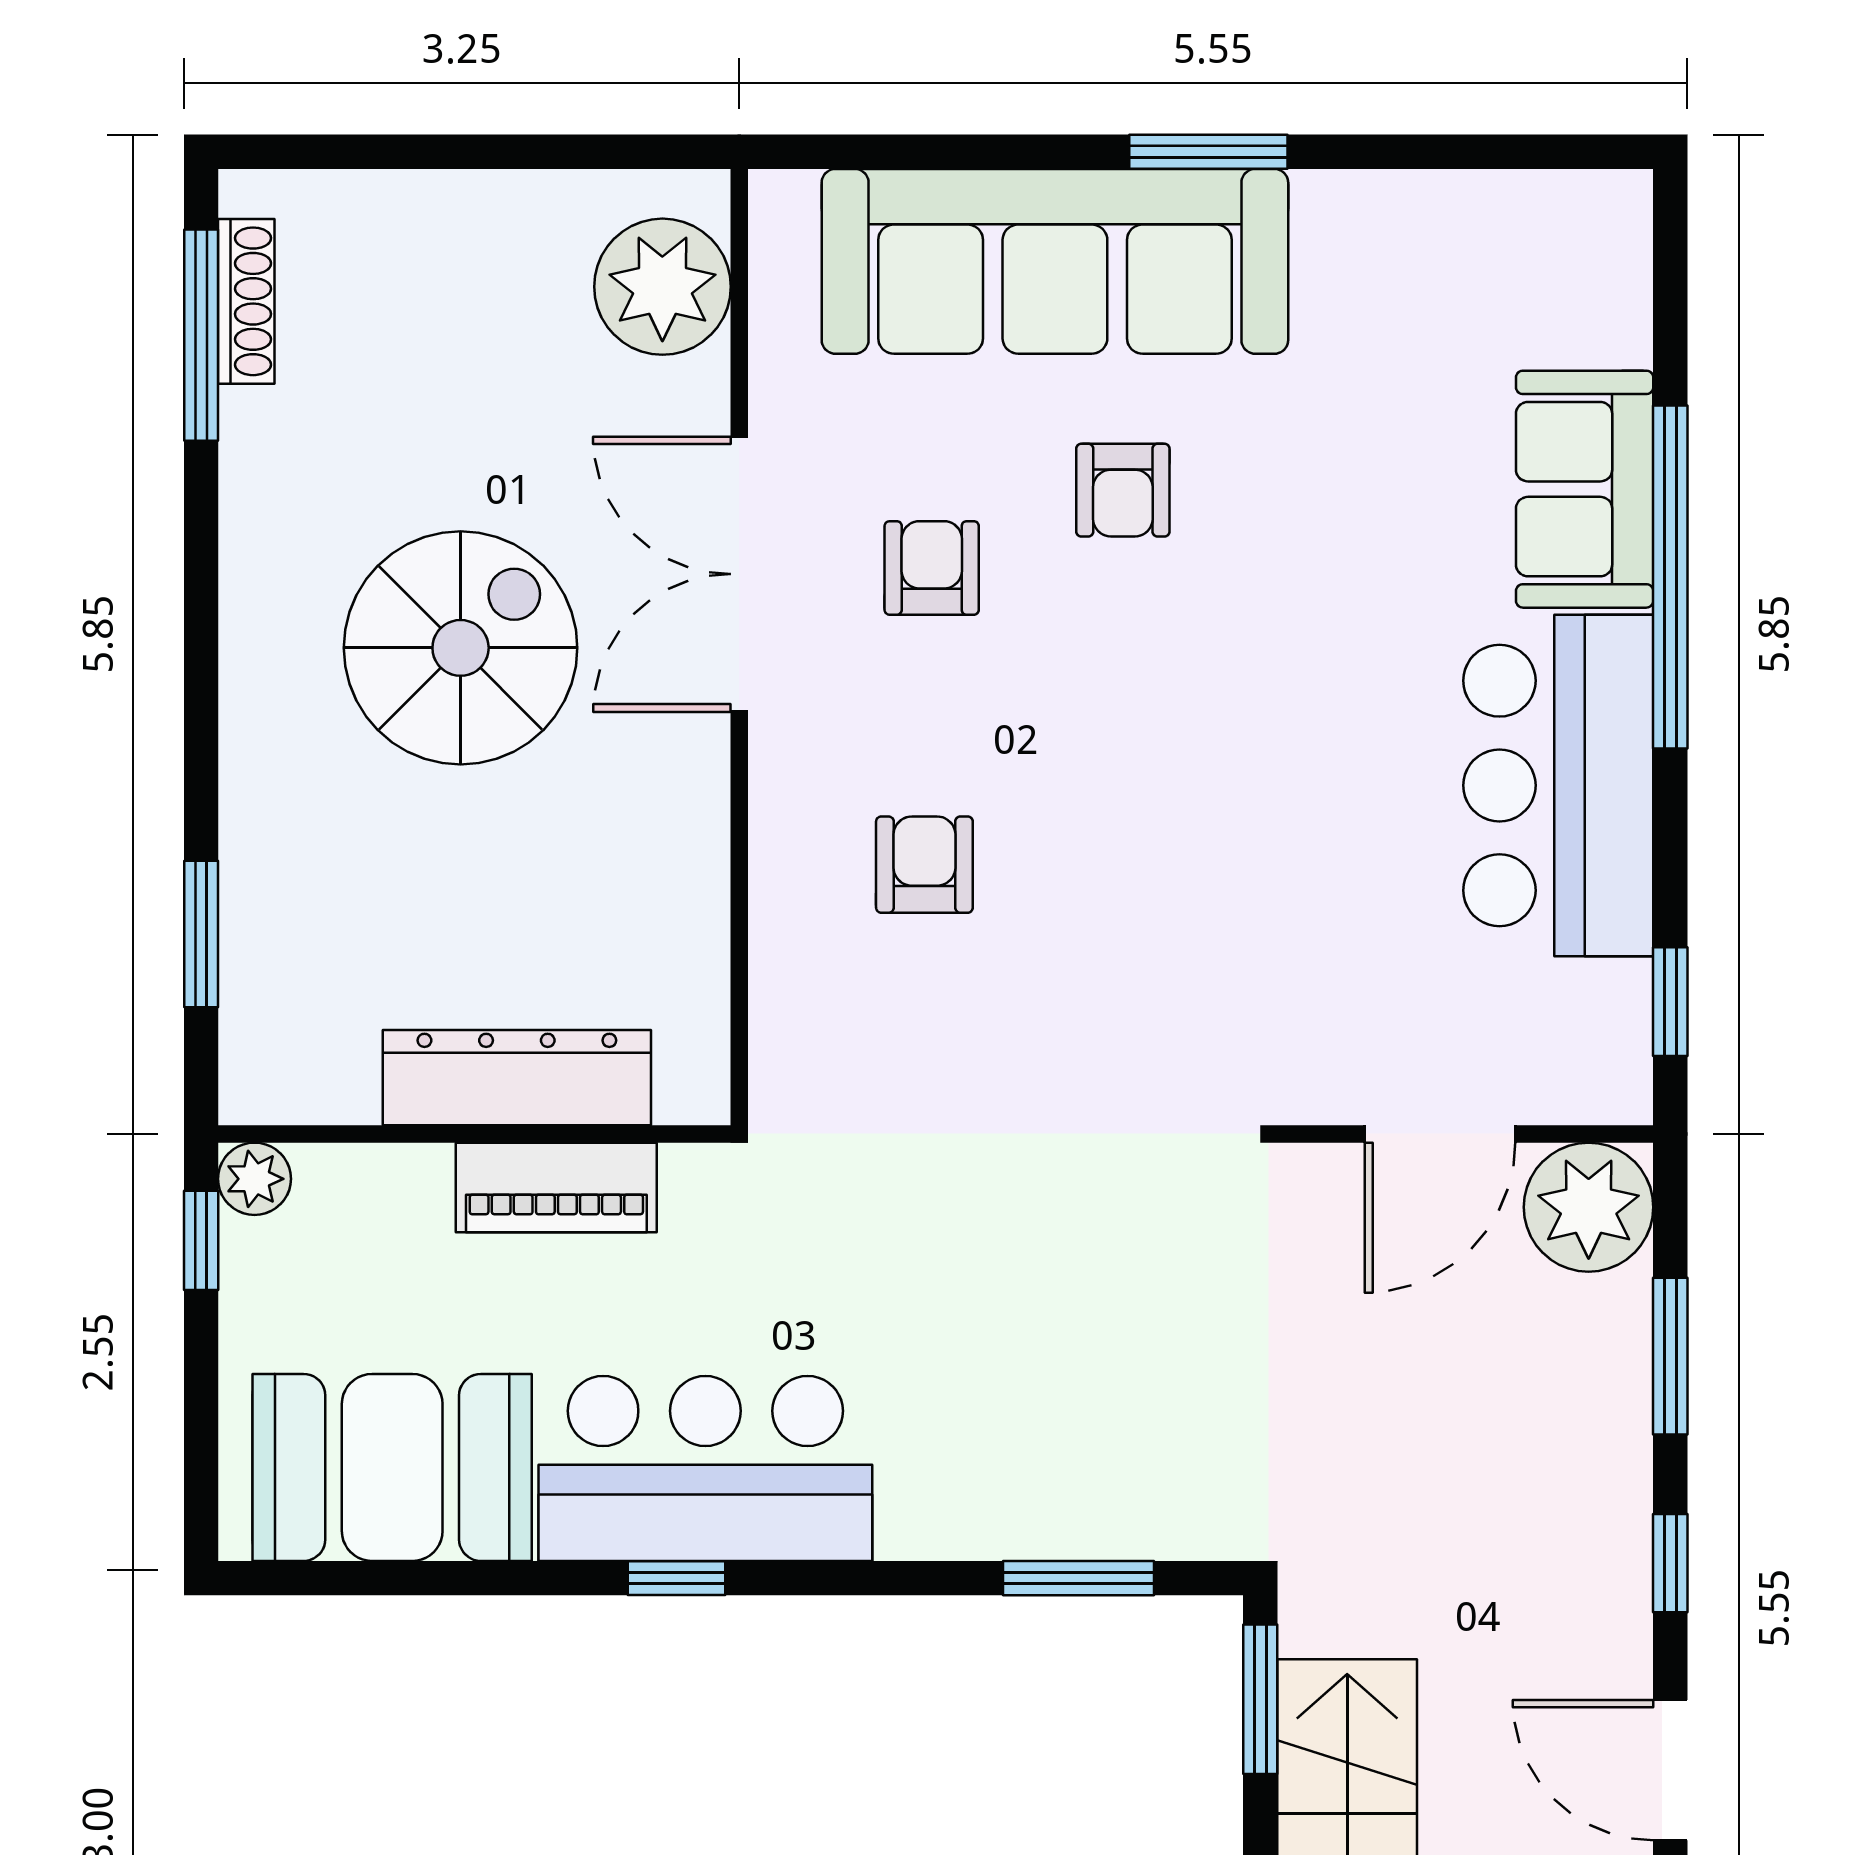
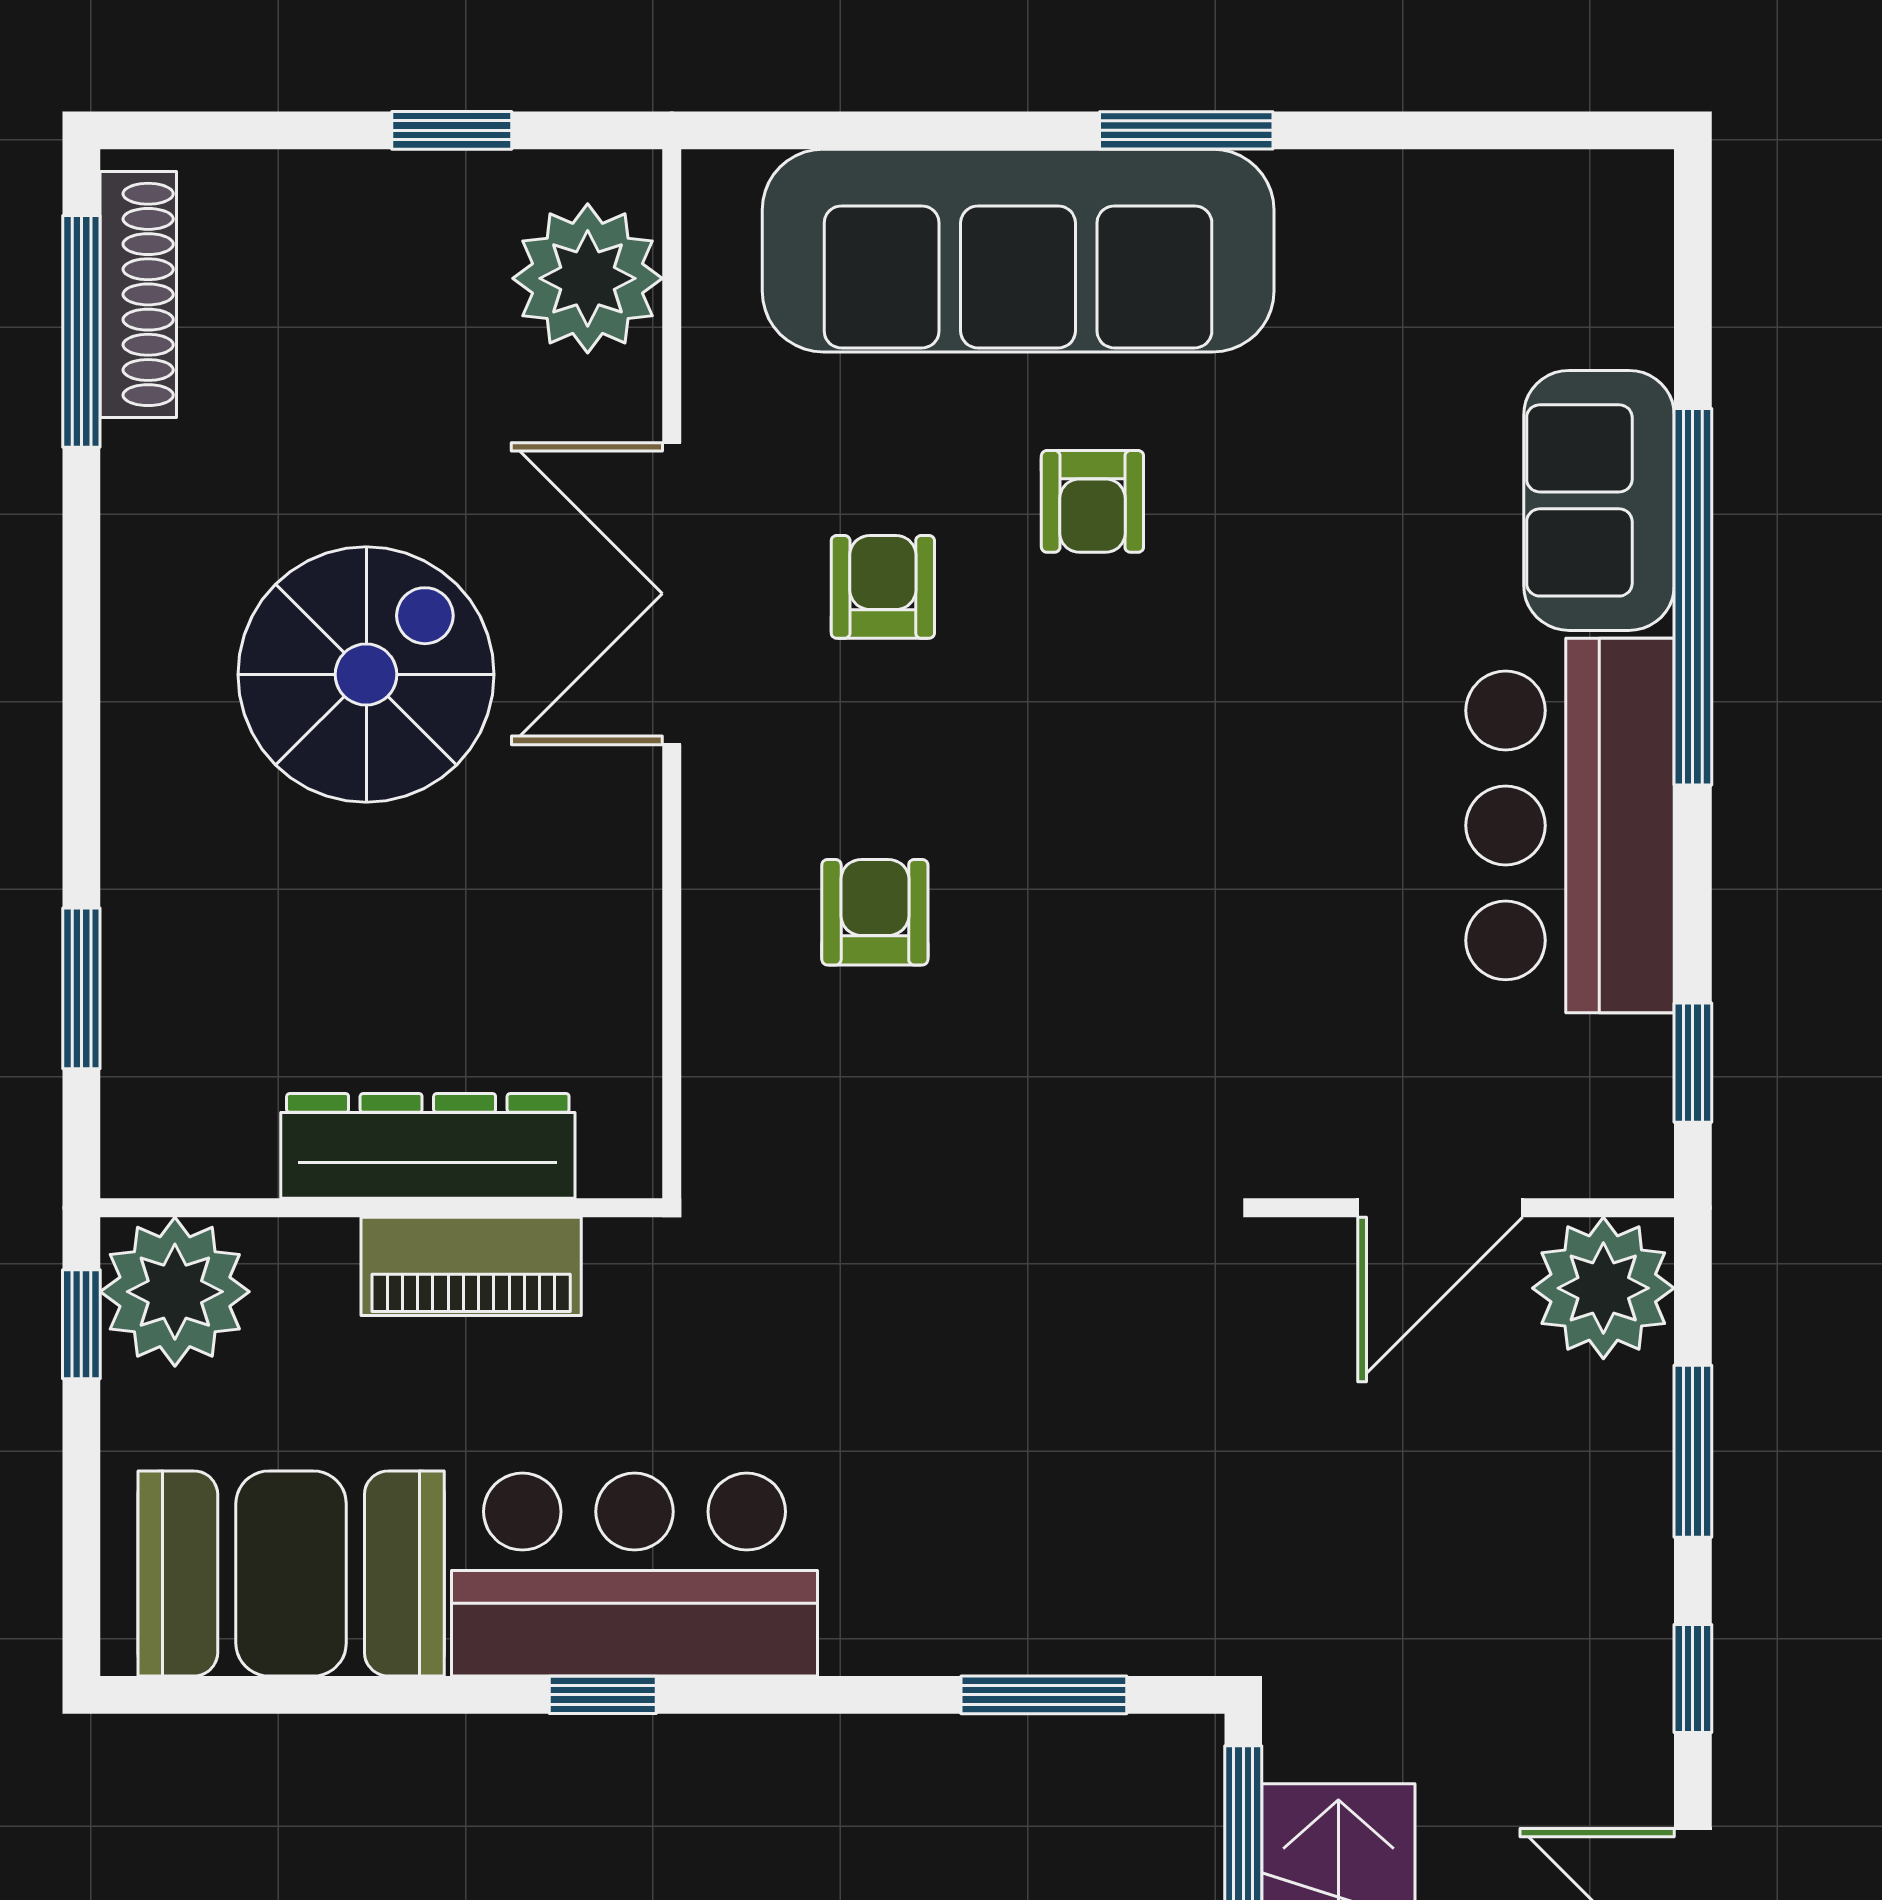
window: (539, 152) -> (452, 130), added
shoe rack: (246, 301) -> (138, 294), width x1.36, depth x1.24
plant: (254, 1179) -> (175, 1292), width x1.88, depth x1.88

